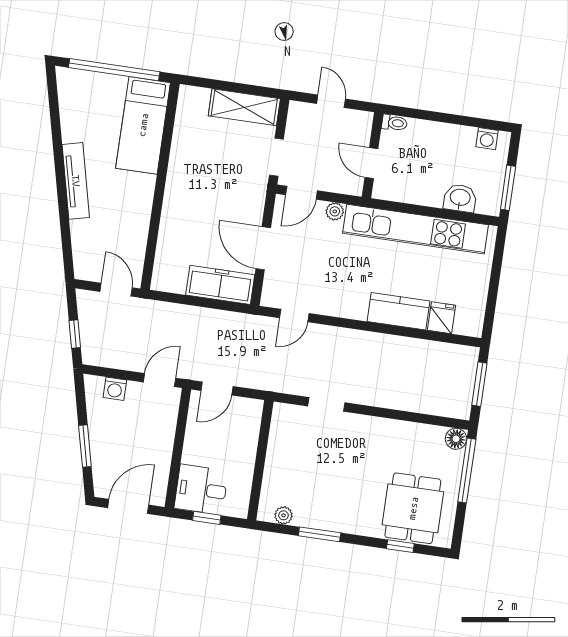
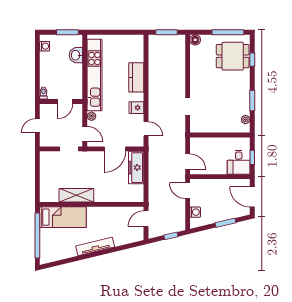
shelving: (244, 107) -> (76, 195), moved, turned 90
fridge: (442, 318) -> (136, 108), moved
window: (467, 471) -> (228, 32), moved

